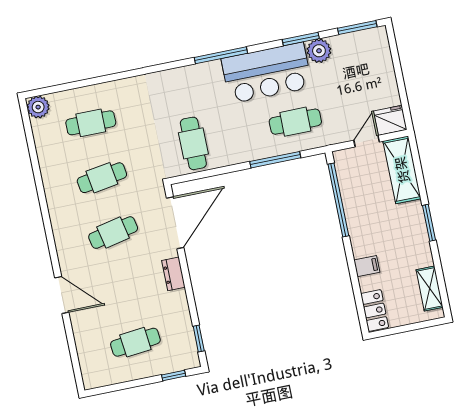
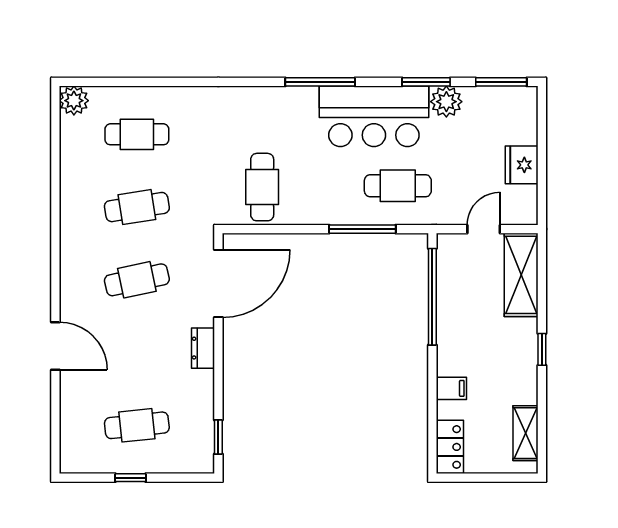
fridge: (390, 120) -> (522, 165), moved, turned -90
window: (429, 223) -> (542, 349), width x0.67
window: (174, 376) -> (130, 478), moved

